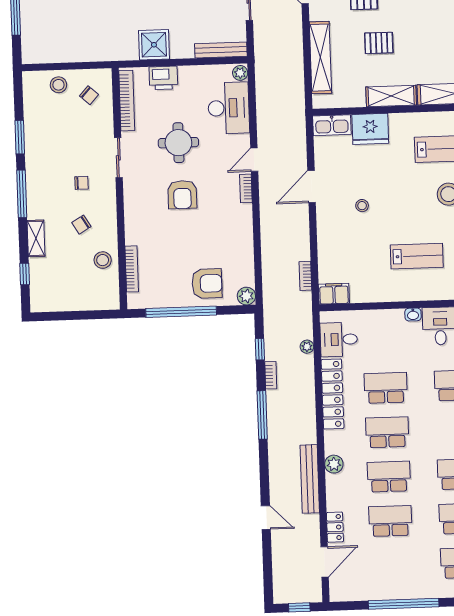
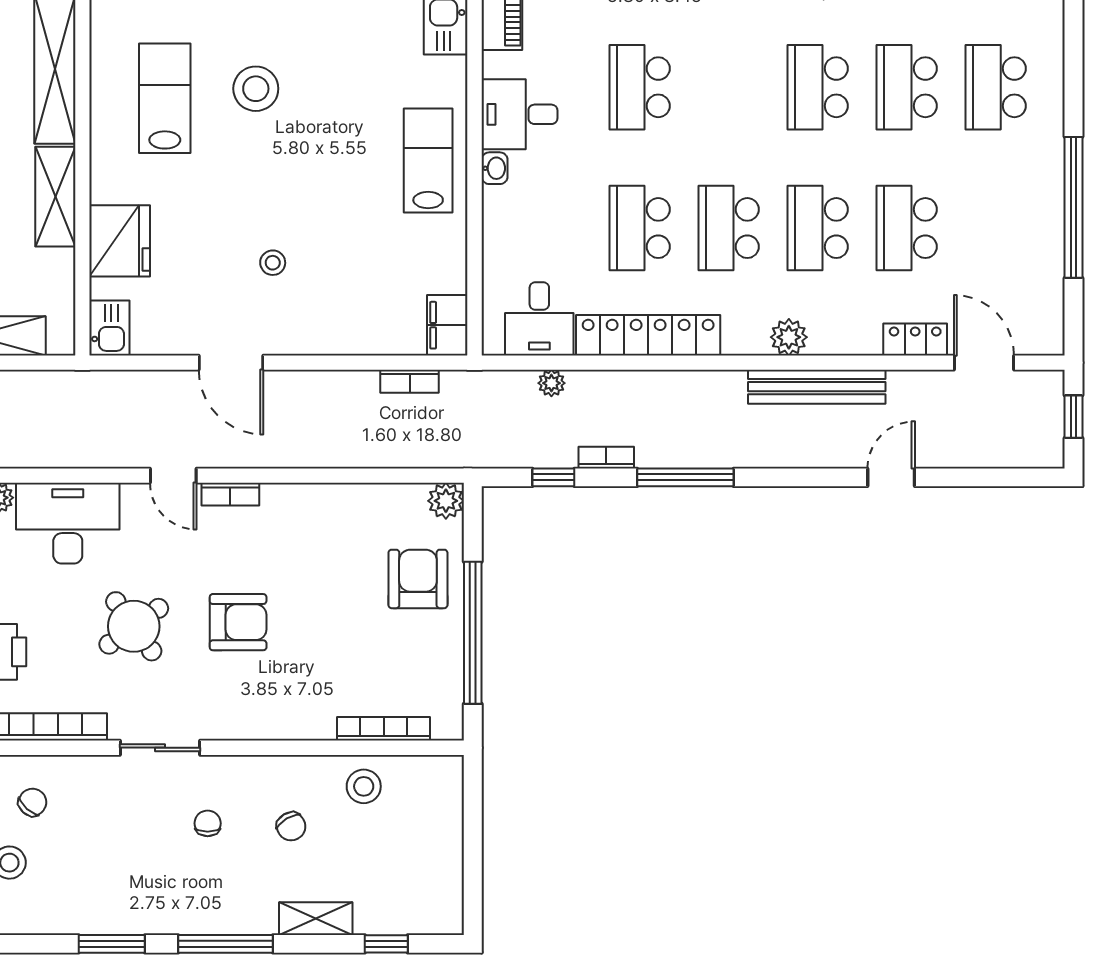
kitchen sink: (332, 125) -> (109, 328), width x0.73
round table: (178, 143) -> (134, 626), turned -36
lab bench: (417, 256) -> (428, 160), moved

